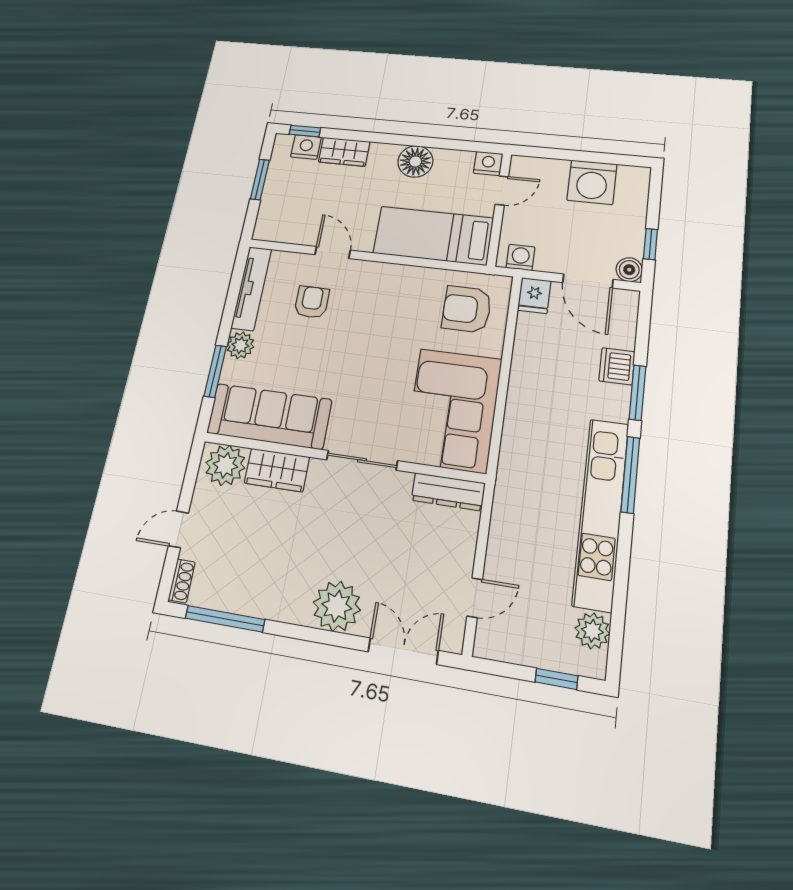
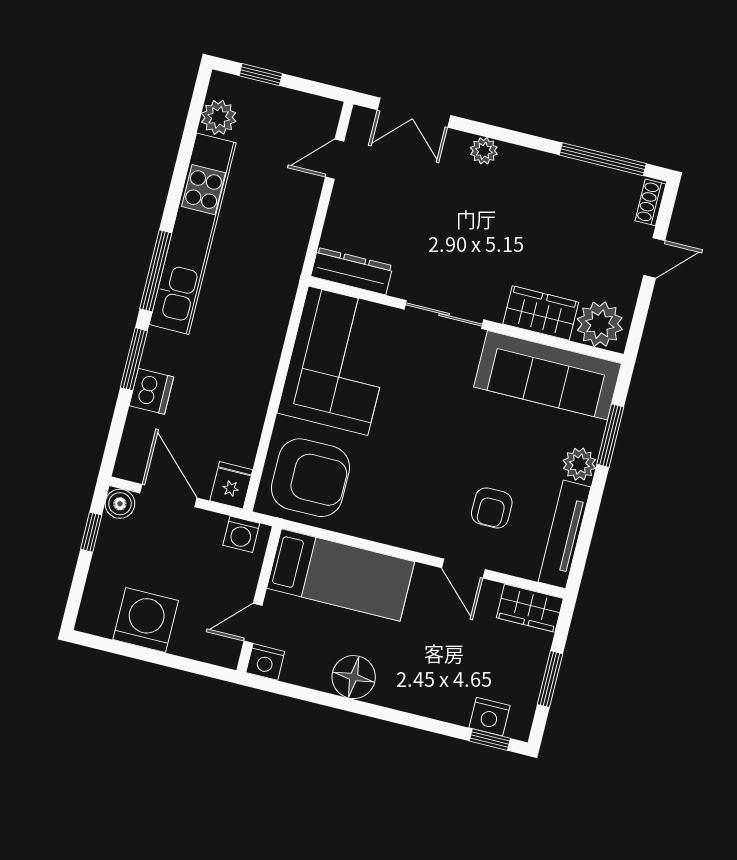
wardrobe: (344, 152) -> (530, 608), moved, turned 180
armchair: (467, 309) -> (310, 478), width x1.36, depth x1.36
plant: (337, 606) -> (484, 151), width x0.53, depth x0.53

